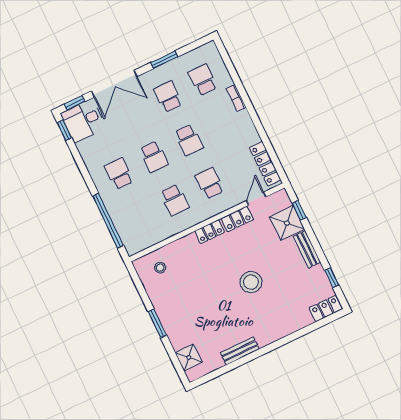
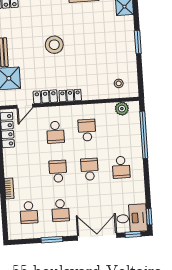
plant: (145, 241) -> (122, 109), added

